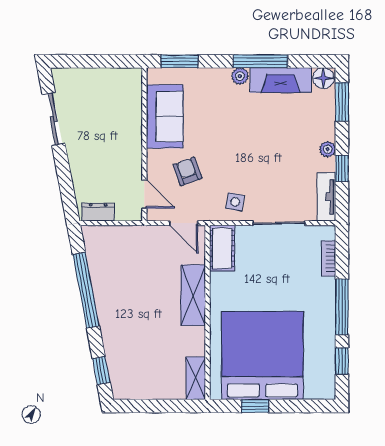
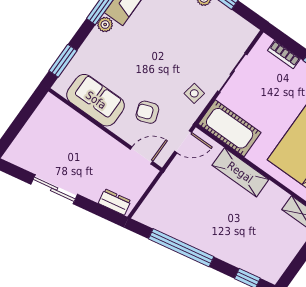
sliding door: (54, 119) -> (54, 189), moved
tv unit: (326, 197) -> (238, 24), removed
dresser: (98, 212) -> (115, 202), moved, turned 79
cot: (222, 248) -> (230, 128), width x1.37, depth x1.34

